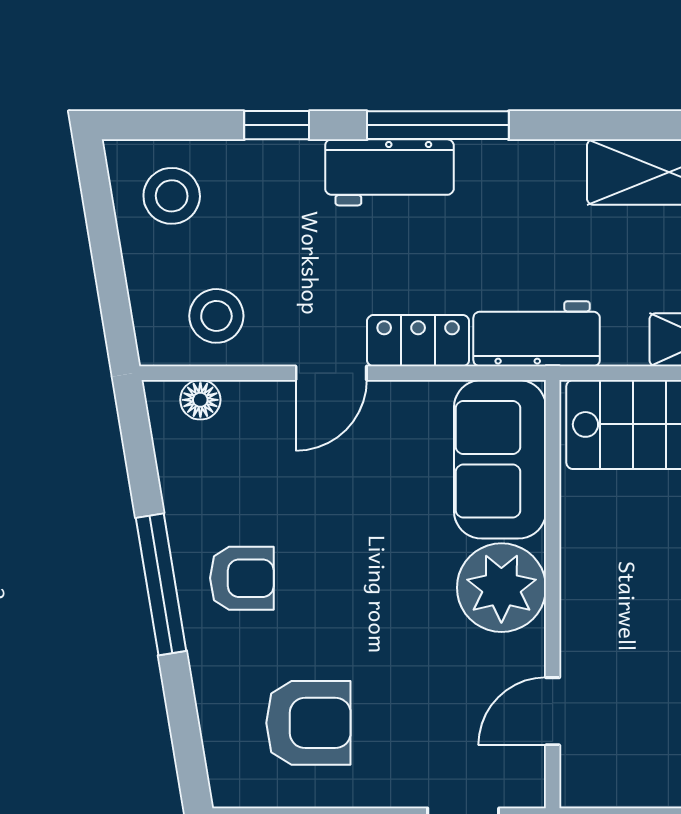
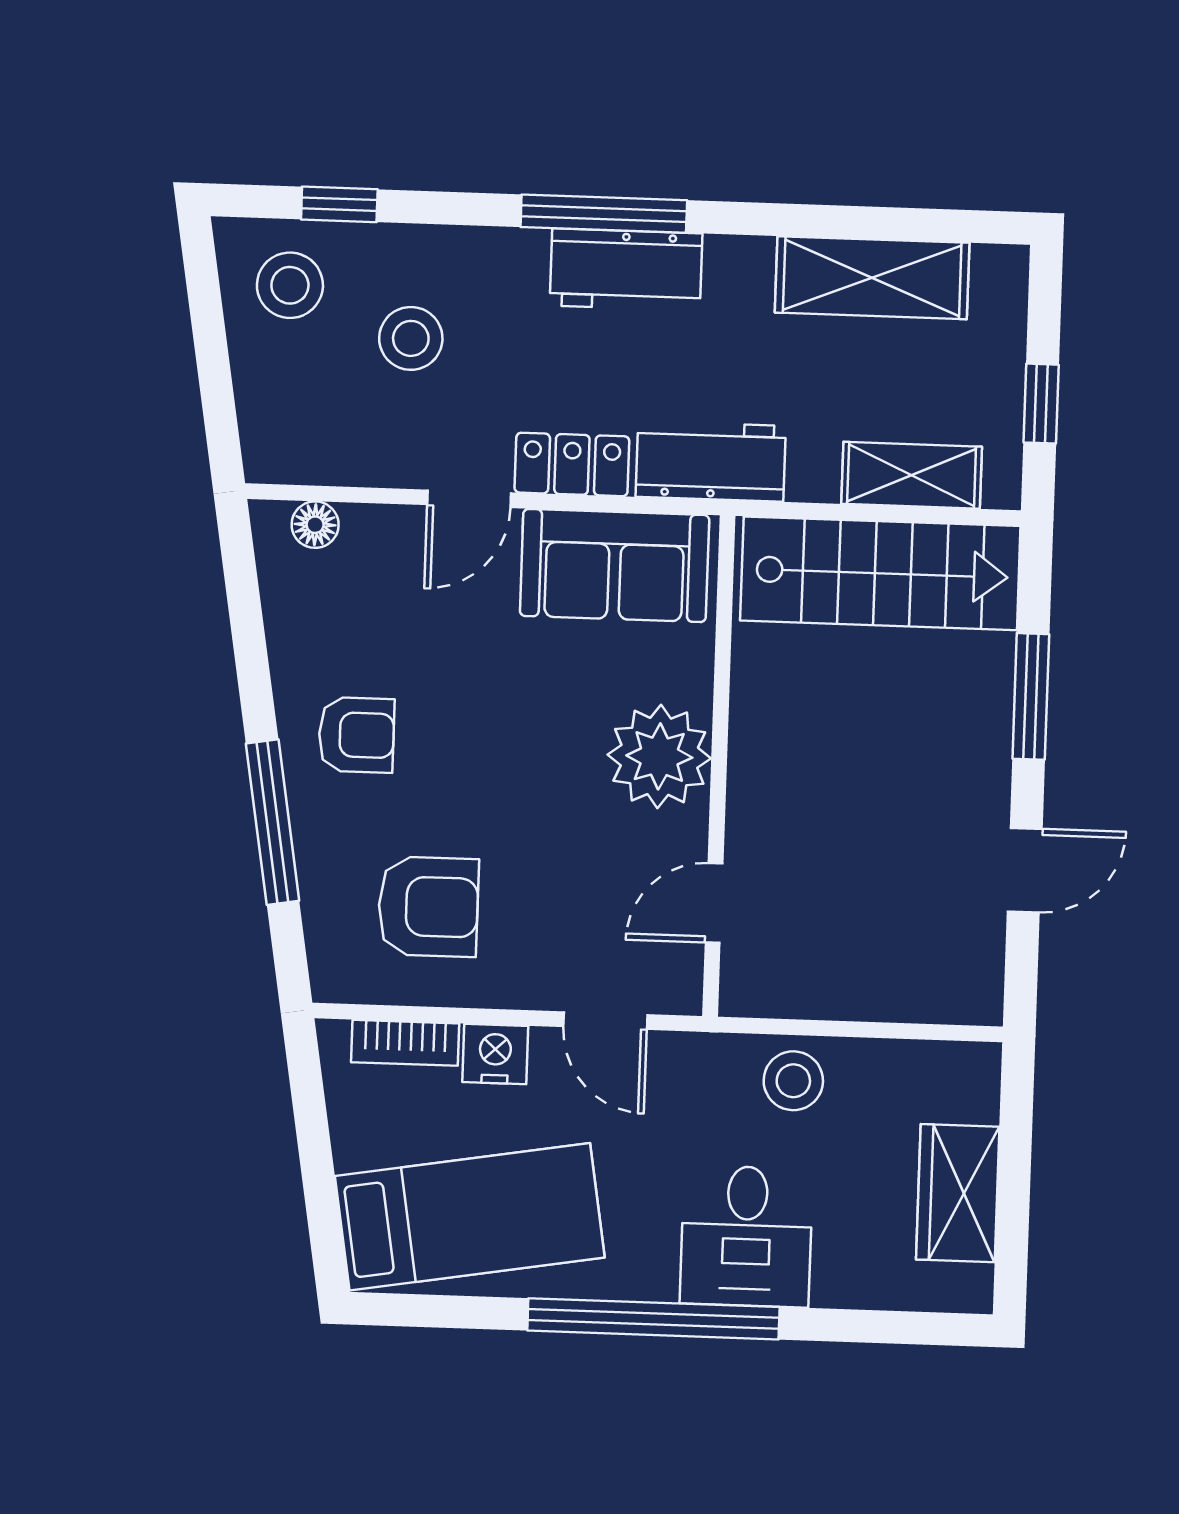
window: (277, 125) -> (339, 204), moved
workbench: (389, 172) -> (626, 270), moved
stool: (216, 316) -> (411, 338), moved
sofa: (500, 459) -> (615, 565), moved, turned -90
window: (161, 584) -> (273, 822), moved

